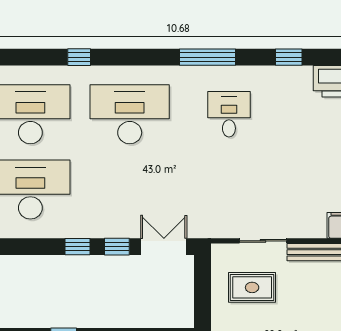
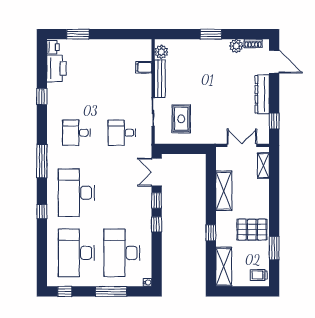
window: (79, 57) -> (42, 212), moved
window: (208, 57) -> (42, 161), moved
desk: (229, 190) -> (122, 133), added

